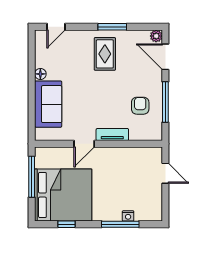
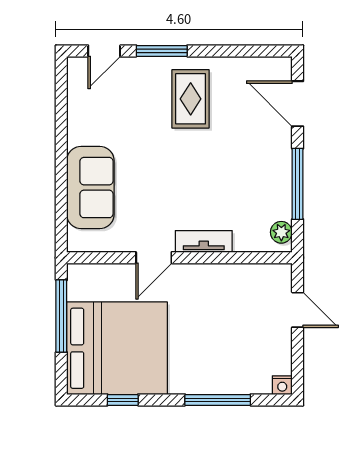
window: (112, 27) -> (162, 51), moved
plant: (156, 36) -> (281, 232), moved
floor lamp: (40, 74) -> (77, 134), removed
armchair: (140, 106) -> (253, 190), removed
nightstand: (128, 216) -> (282, 385), moved

